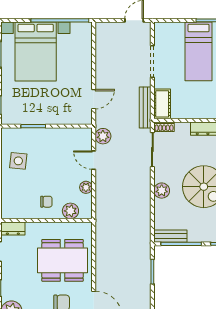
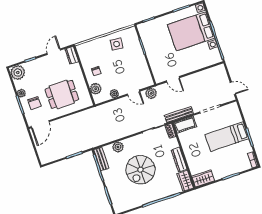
door: (94, 160) -> (134, 93), swing flipped
plant: (162, 191) -> (118, 147), moved
dining table: (62, 260) -> (62, 94), width x0.73

